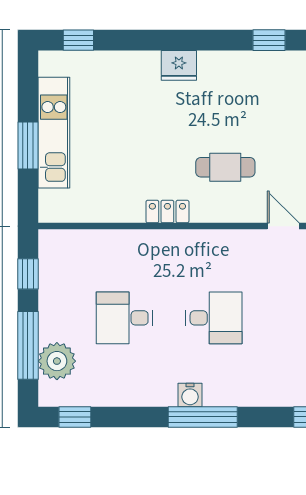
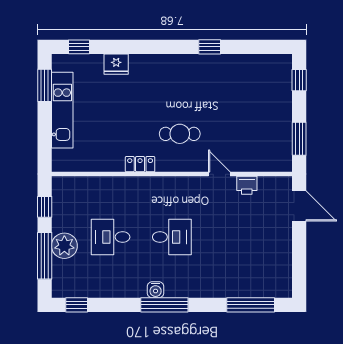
fridge: (179, 65) -> (116, 64), moved
window: (28, 146) -> (45, 85), moved
plant: (57, 361) -> (64, 246), moved

